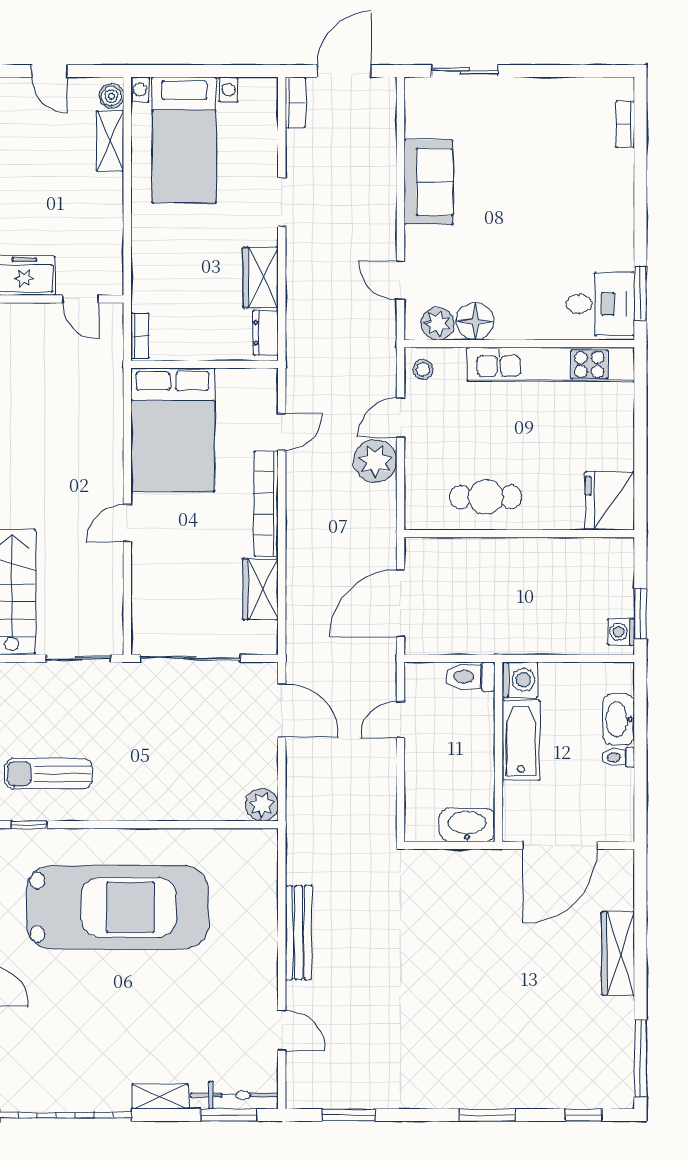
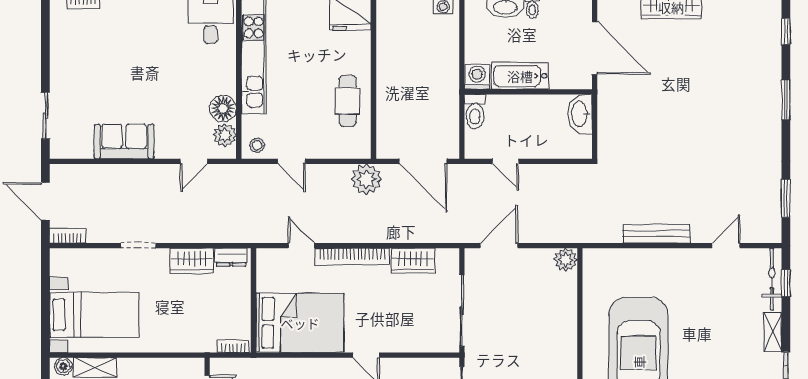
plant: (375, 461) -> (366, 179), moved
window: (229, 1115) -> (786, 283), width x0.67

